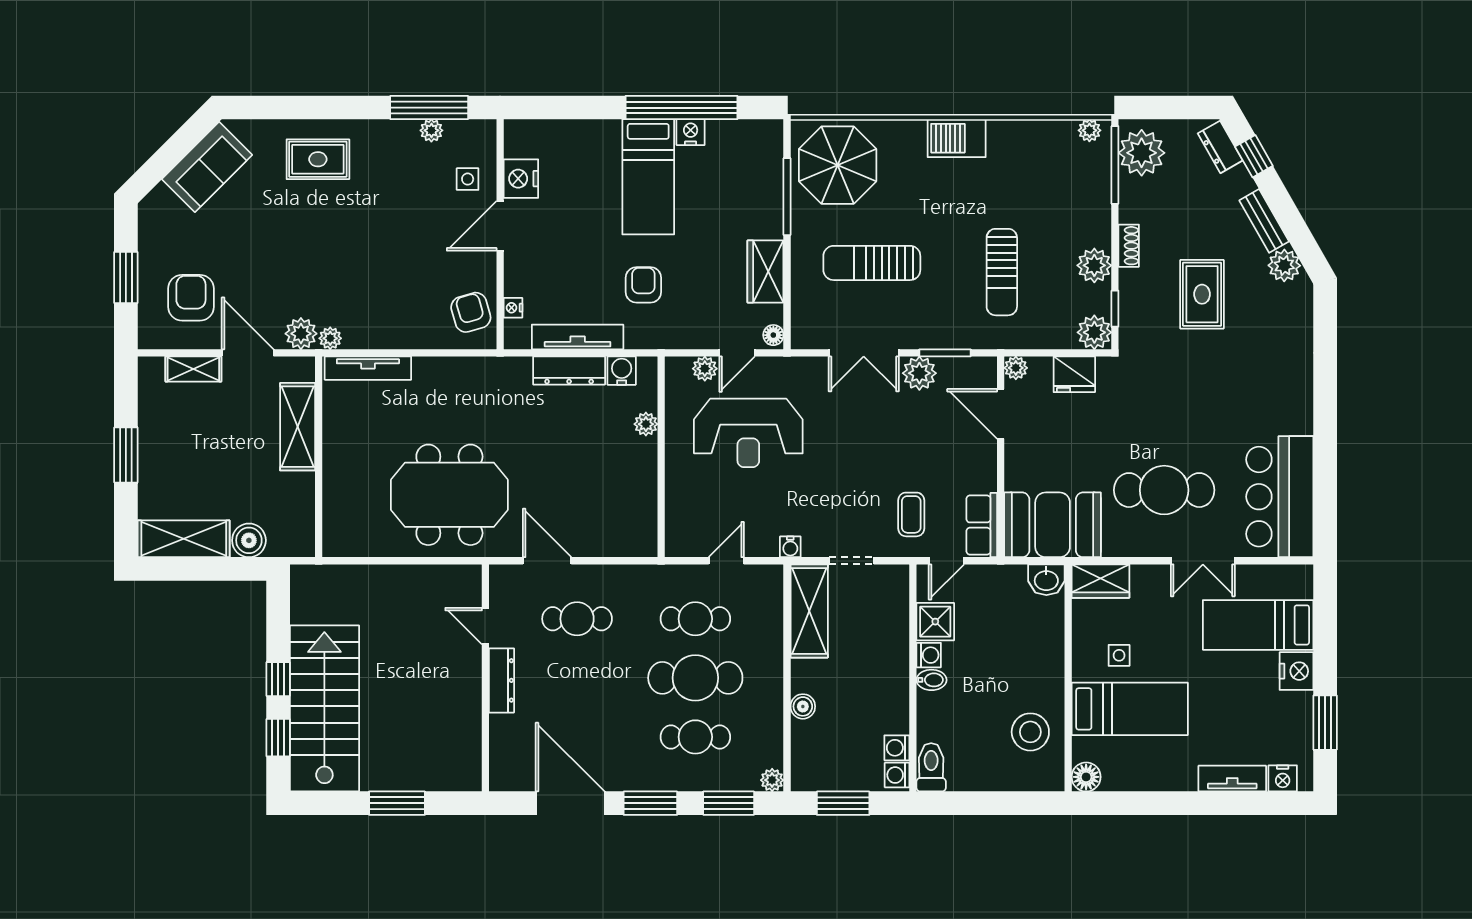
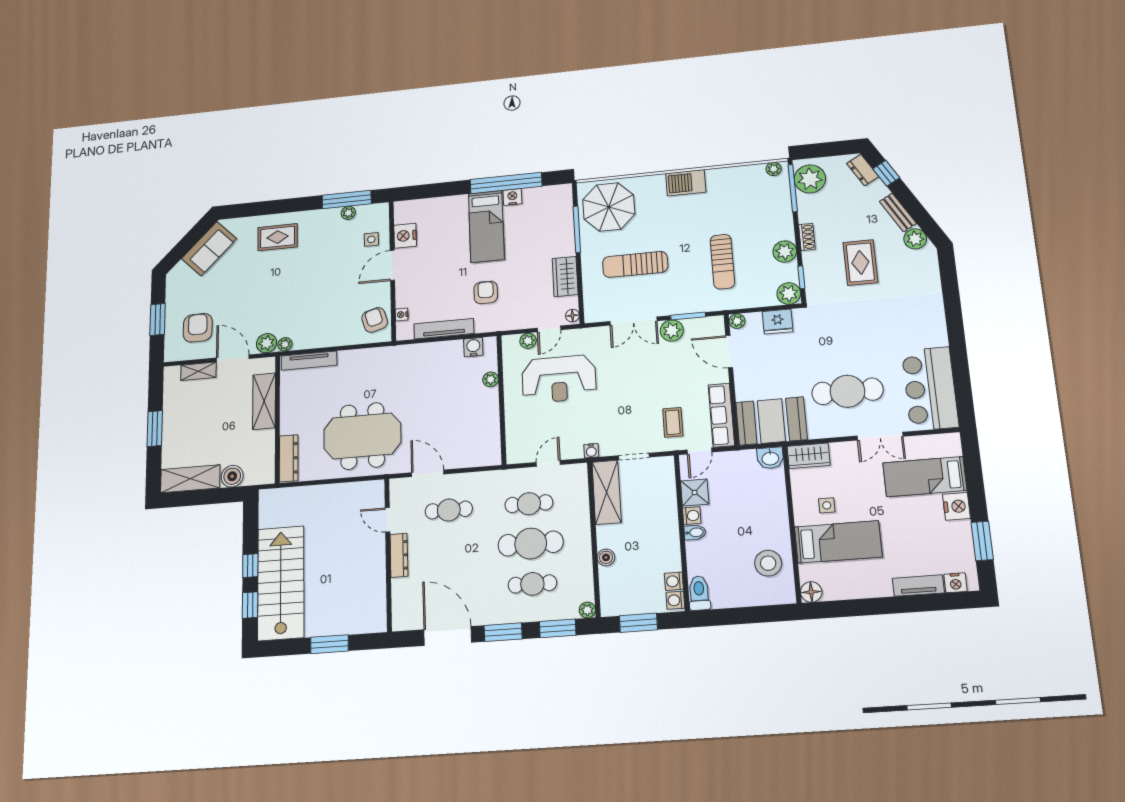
dresser: (569, 370) -> (289, 458), moved, turned -90
row of seats: (982, 525) -> (721, 415), width x1.48

